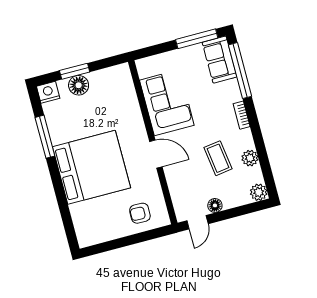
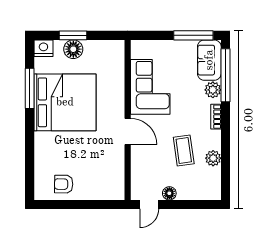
bed: (91, 167) -> (65, 102), moved
plant: (259, 192) -> (213, 90), moved
armchair: (140, 213) -> (64, 184), moved

